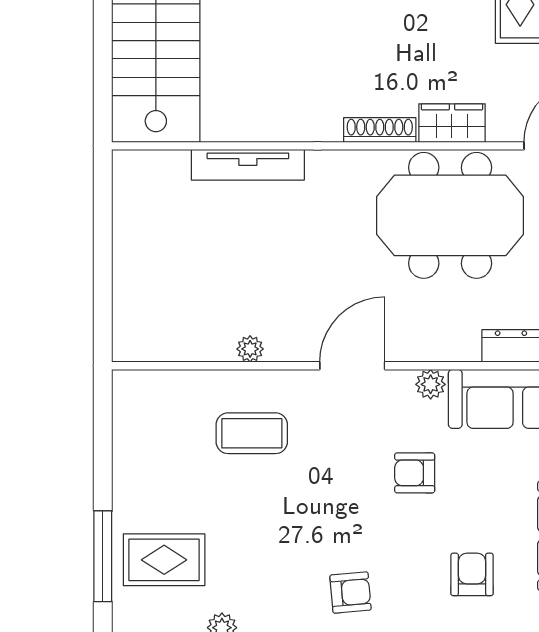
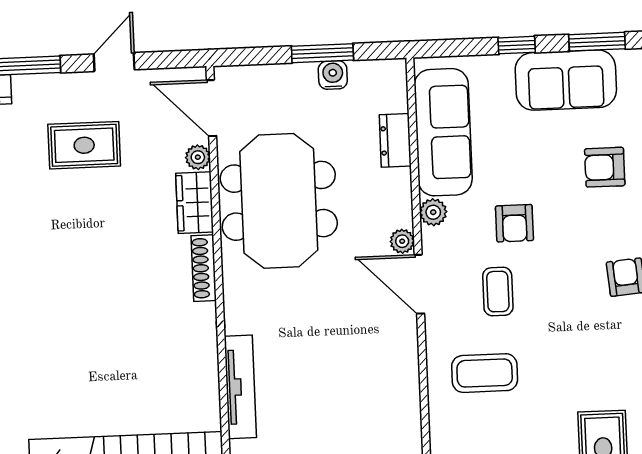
plant: (502, 129) -> (198, 157), added
plant: (250, 349) -> (402, 241), moved
coffee table: (252, 433) -> (485, 373), turned 90
coffee table: (341, 451) -> (498, 292), added

